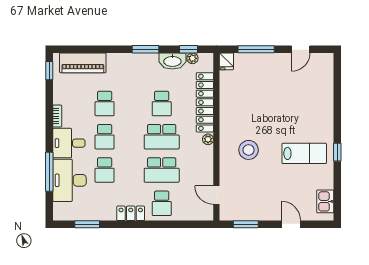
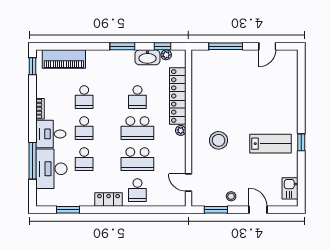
fridge: (226, 61) -> (198, 58), removed
stool: (262, 210) -> (231, 196), added

